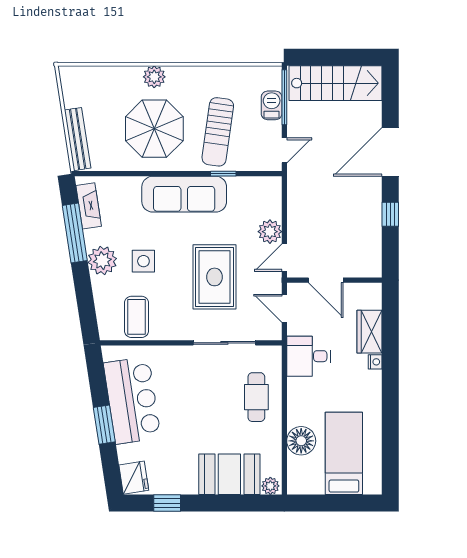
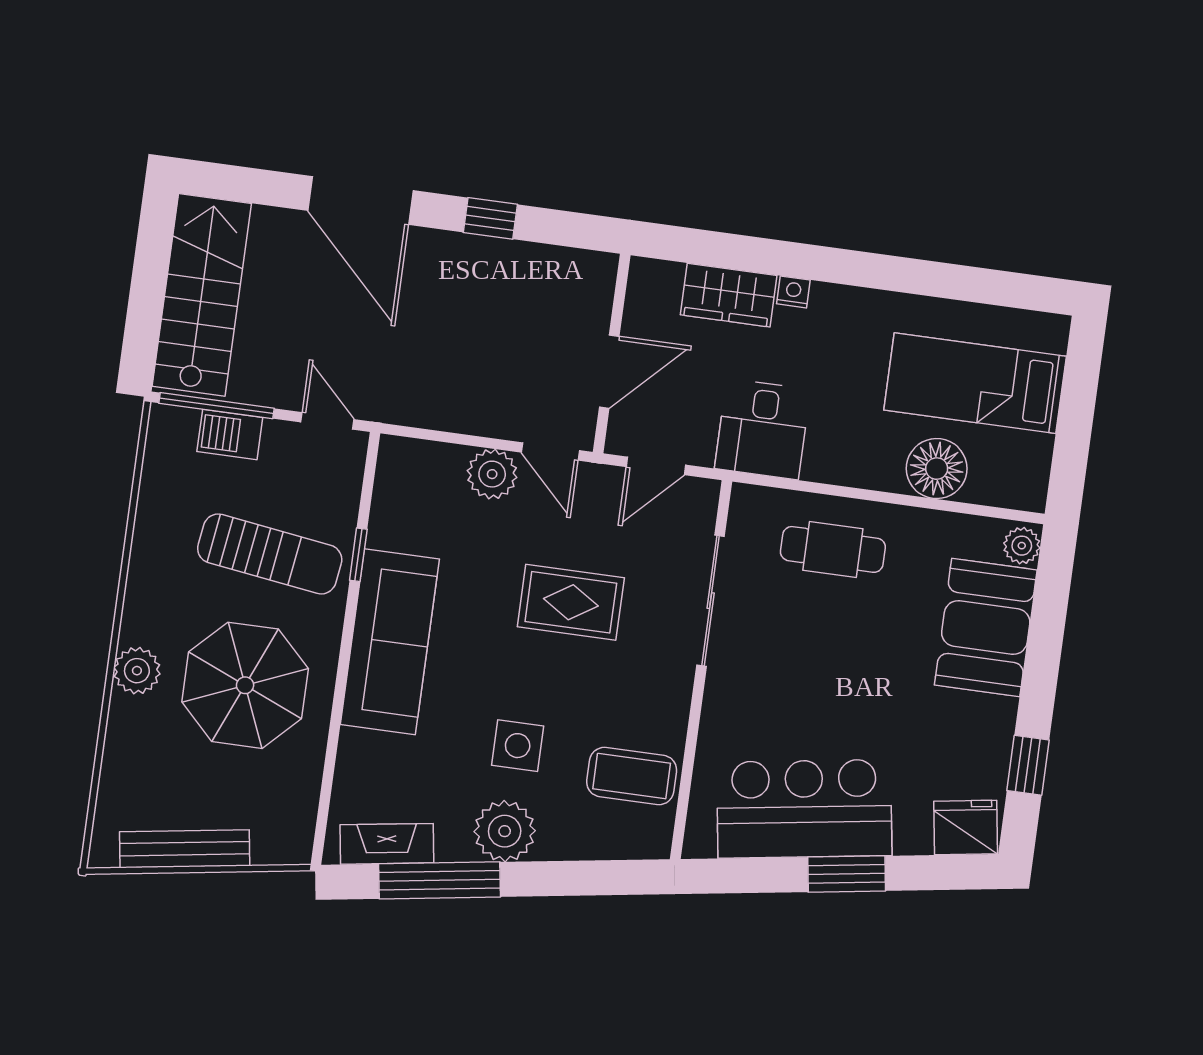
bench: (78, 139) -> (185, 849), moved
rug: (214, 277) -> (571, 602), width x0.73, depth x0.70

